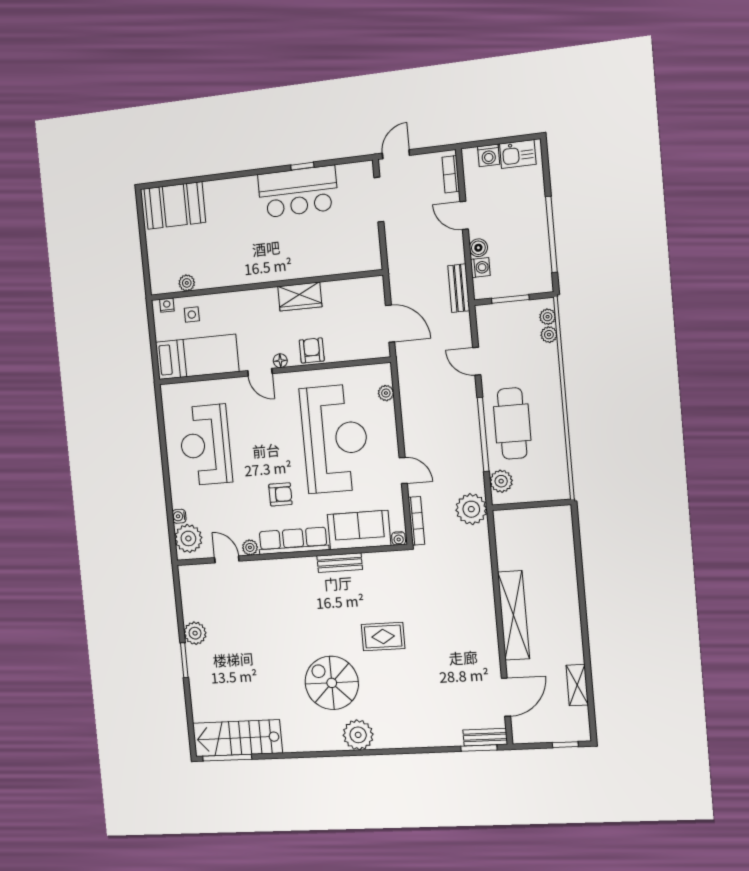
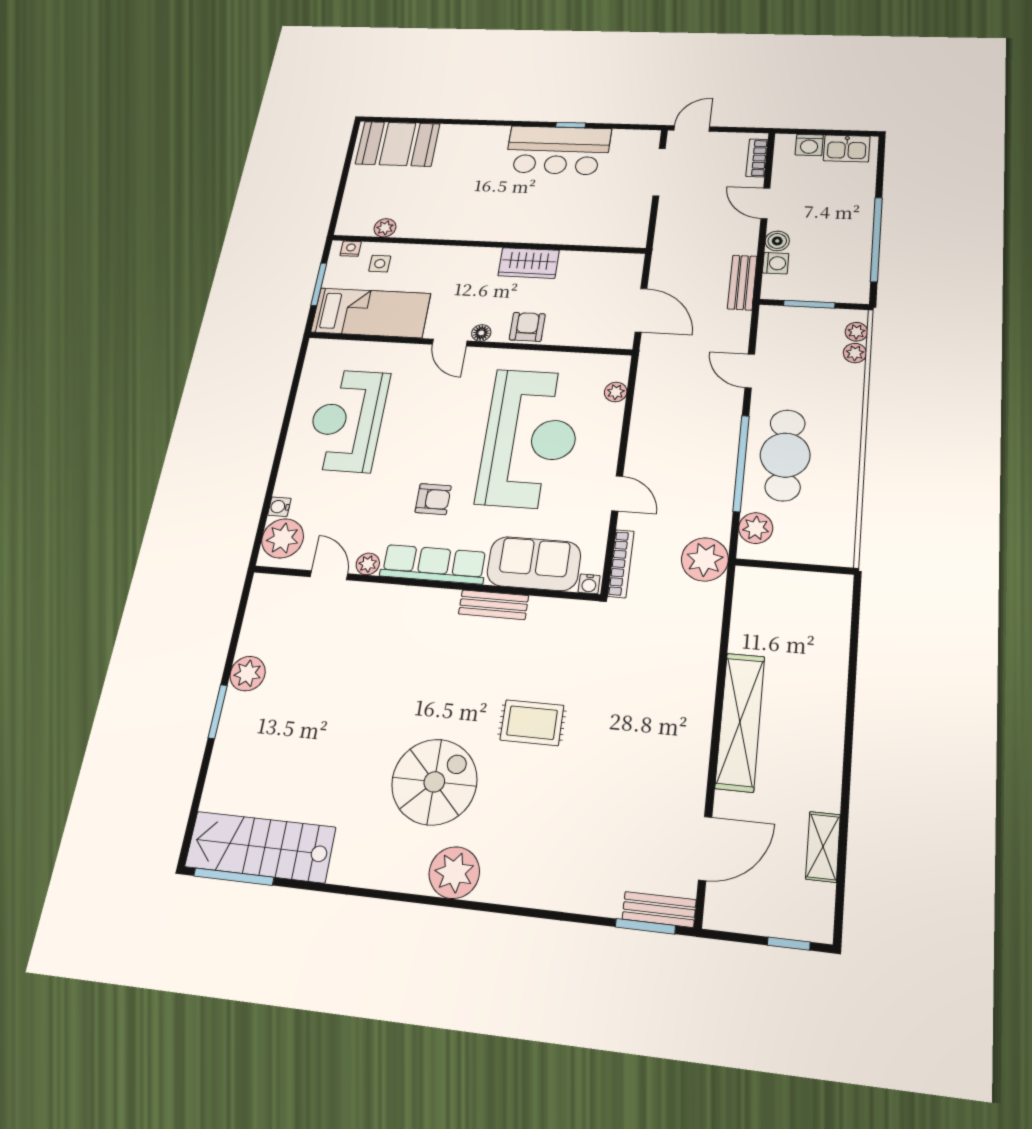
window: (153, 339) -> (319, 284), added
spiral stairs: (332, 683) -> (434, 782), turned 90

